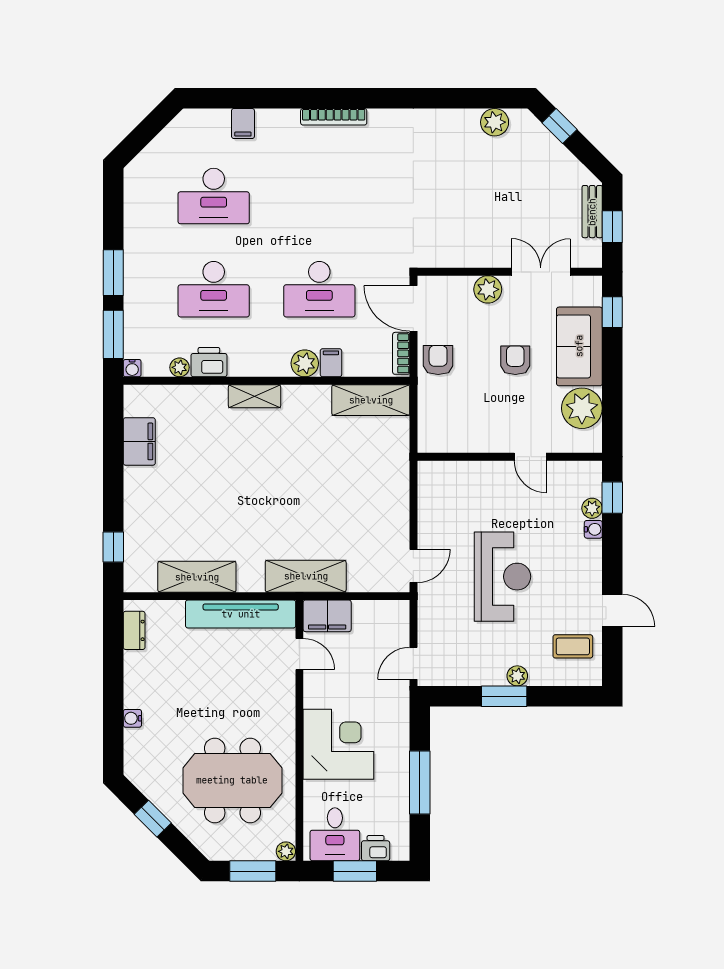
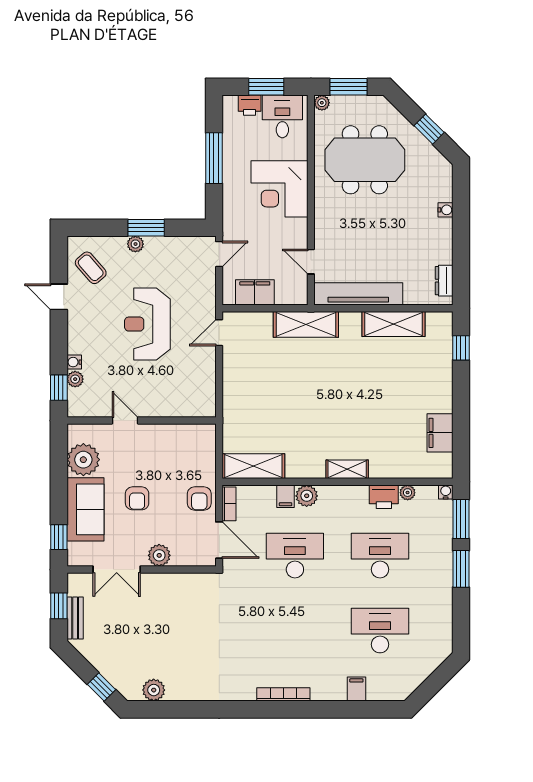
filing cabinet: (327, 616) -> (255, 292), moved
coffee table: (573, 646) -> (91, 268), turned 49

